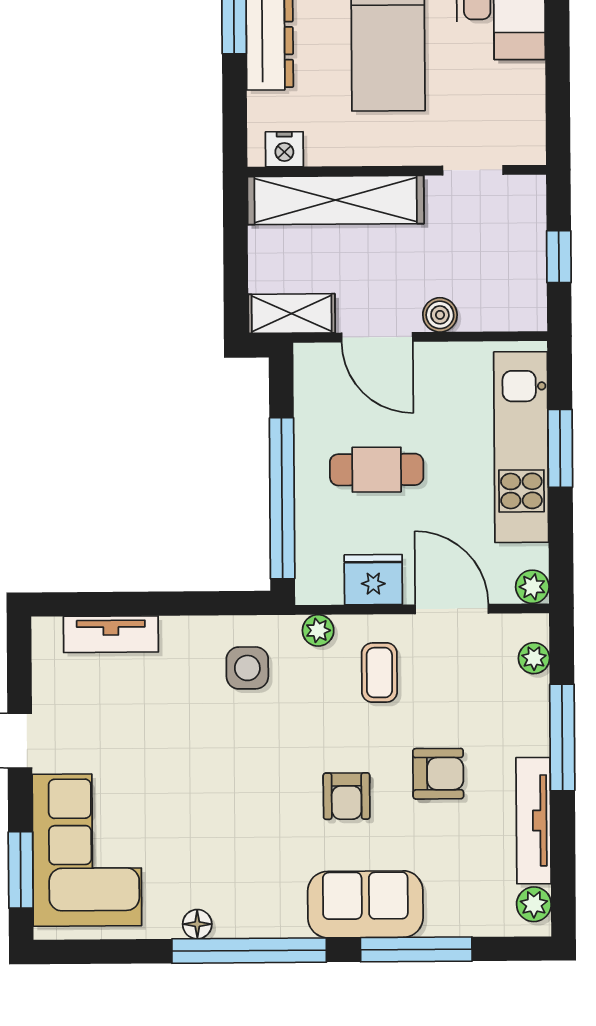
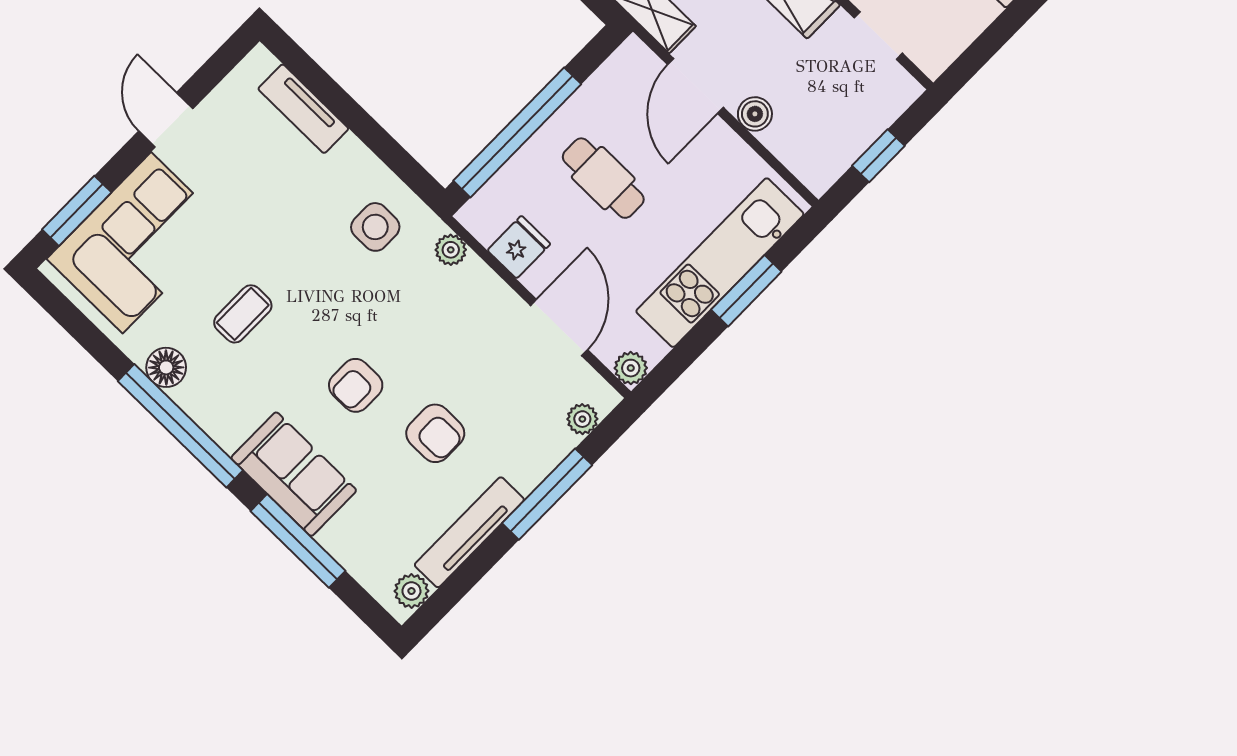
fridge: (373, 580) -> (519, 247), width x0.72
coffee table: (379, 673) -> (243, 314), moved
floor lamp: (197, 924) -> (166, 367), width x1.37, depth x1.37

